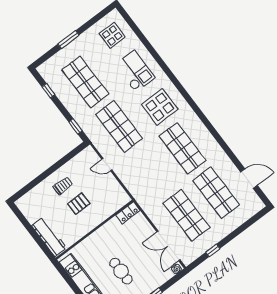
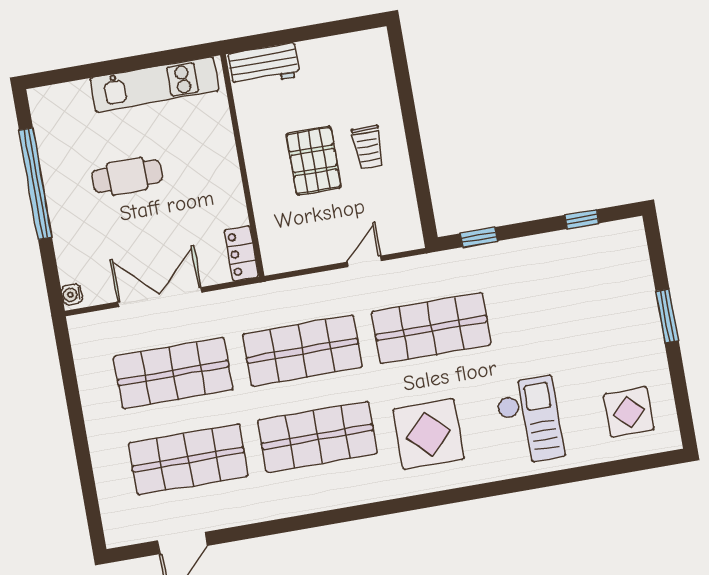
checkout: (135, 71) -> (530, 421), turned -90
shop shelf: (85, 82) -> (302, 351), moved
pallet: (79, 204) -> (314, 161), width x1.50, depth x1.42
workbench: (49, 237) -> (264, 65), width x0.73
double door: (168, 246) -> (160, 297), moved
window: (213, 250) -> (72, 390), removed

